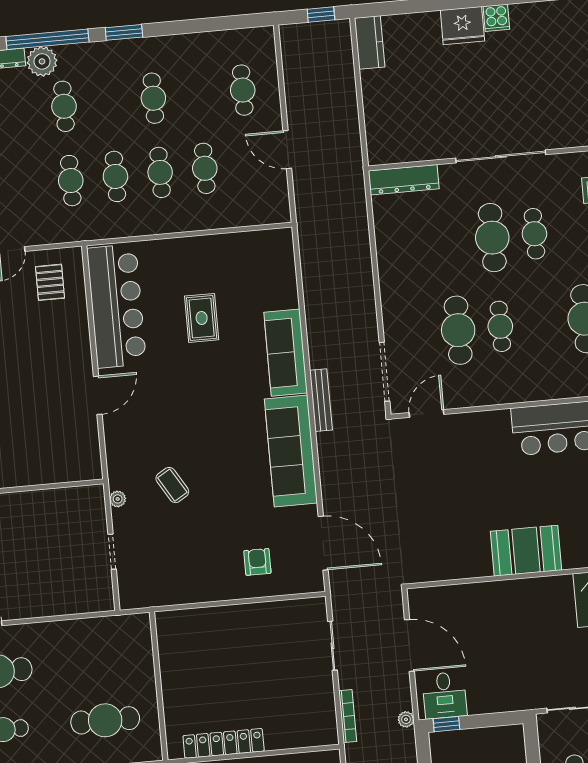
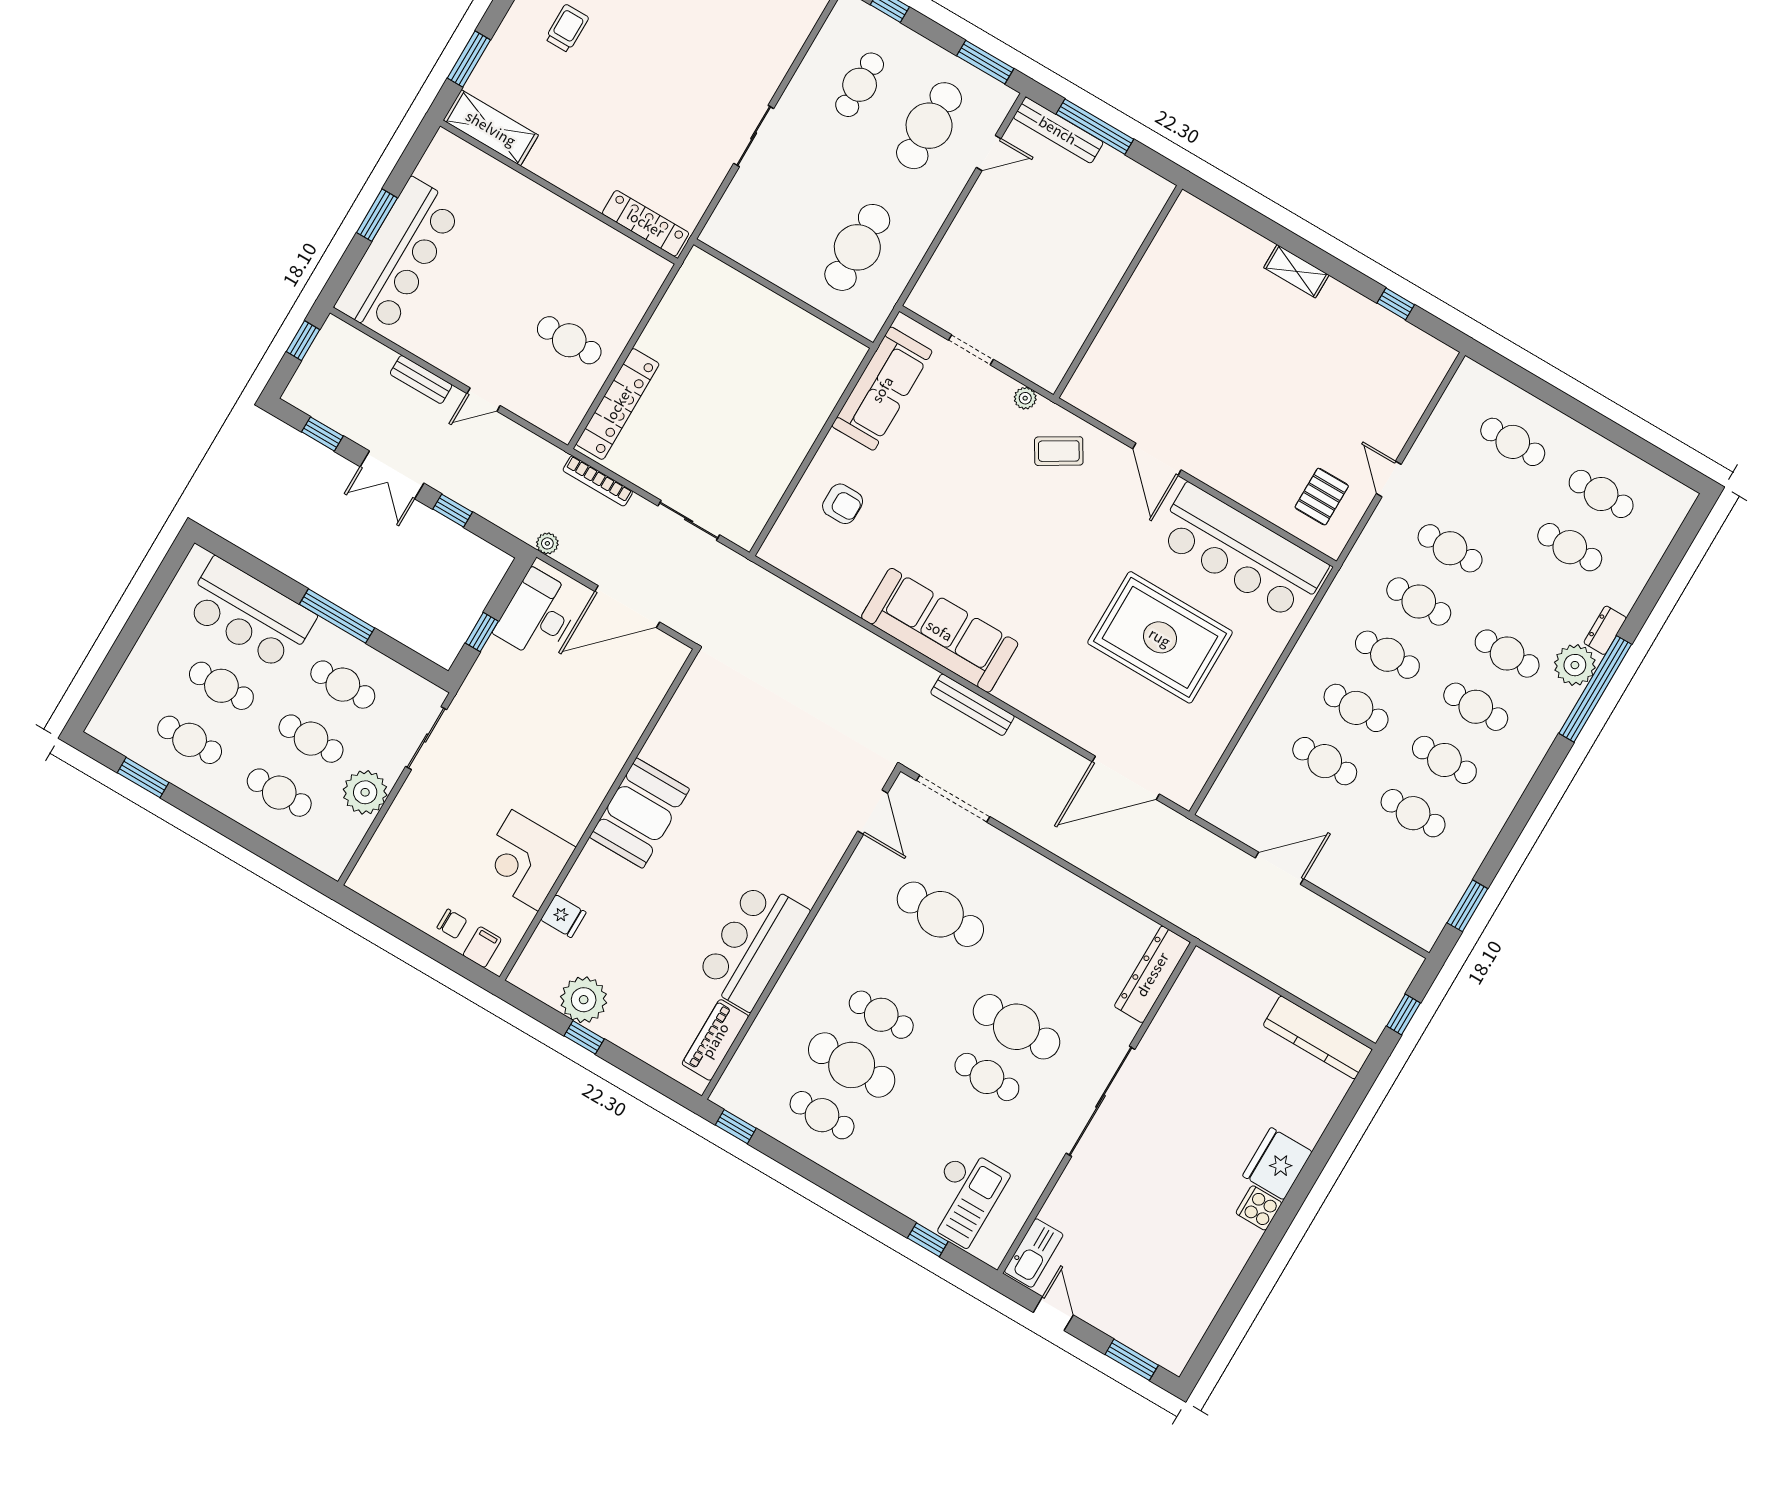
window: (124, 32) -> (1467, 906), moved
kitchen counter: (370, 42) -> (1318, 1037), width x1.50
cafe table: (243, 90) -> (1413, 813), moved
cafe table: (109, 102) -> (1476, 707), added
cafe table: (26, 185) -> (1450, 548), added
pallet: (50, 282) -> (1322, 497), turned 90
rug: (202, 318) -> (1160, 637), width x1.86, depth x2.06
cafe table: (500, 326) -> (881, 1015), moved
sofa: (286, 353) -> (882, 389), moved, turned 90
coffee table: (172, 485) -> (1059, 451), moved
door: (323, 543) -> (1126, 778), moved
desk: (444, 695) -> (538, 615), width x1.37
cafe table: (105, 720) -> (857, 247), moved
window: (446, 724) -> (482, 632), moved
locker: (224, 743) -> (618, 404), moved

